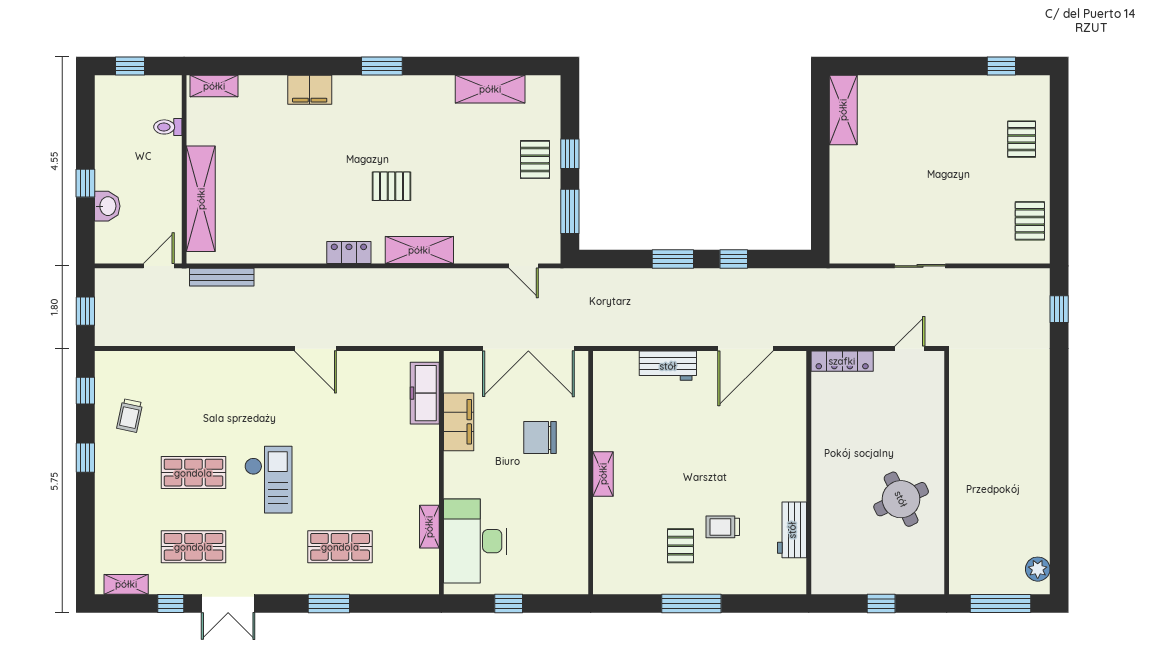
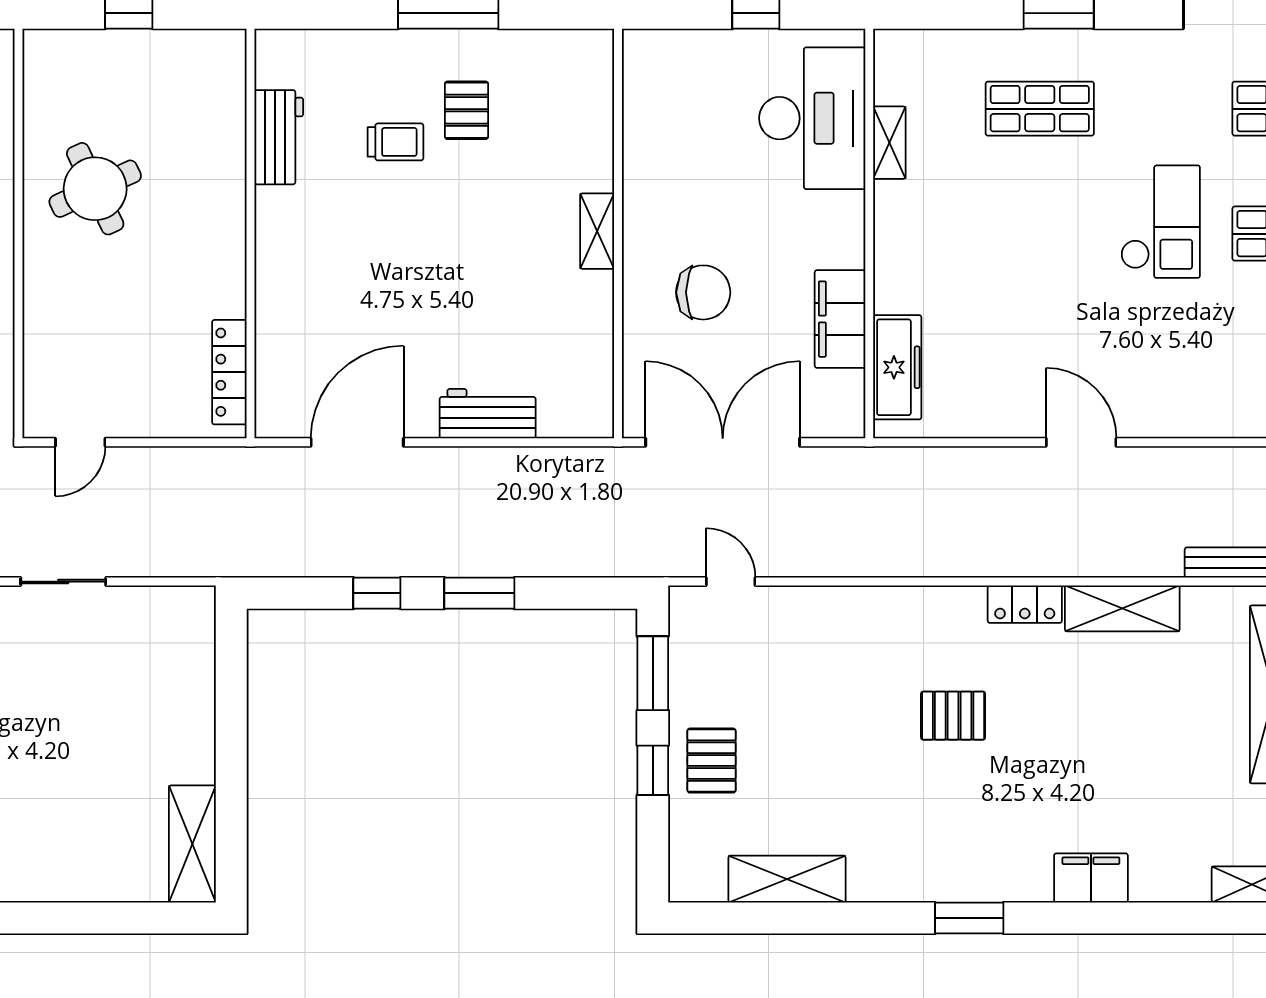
shelving: (419, 250) -> (1122, 608), moved
locker: (842, 361) -> (229, 372), moved, turned -90
checkout: (268, 480) -> (1160, 222), turned 180

